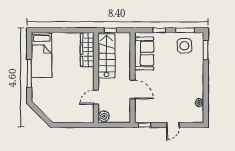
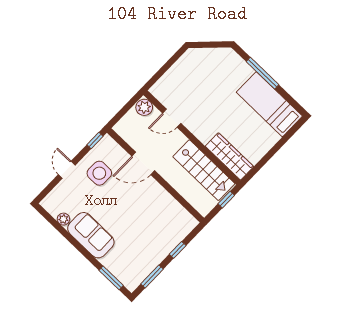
side table: (184, 46) -> (99, 173), moved
sofa: (144, 54) -> (91, 235), moved, turned 180
door: (96, 97) -> (172, 118), swing flipped

